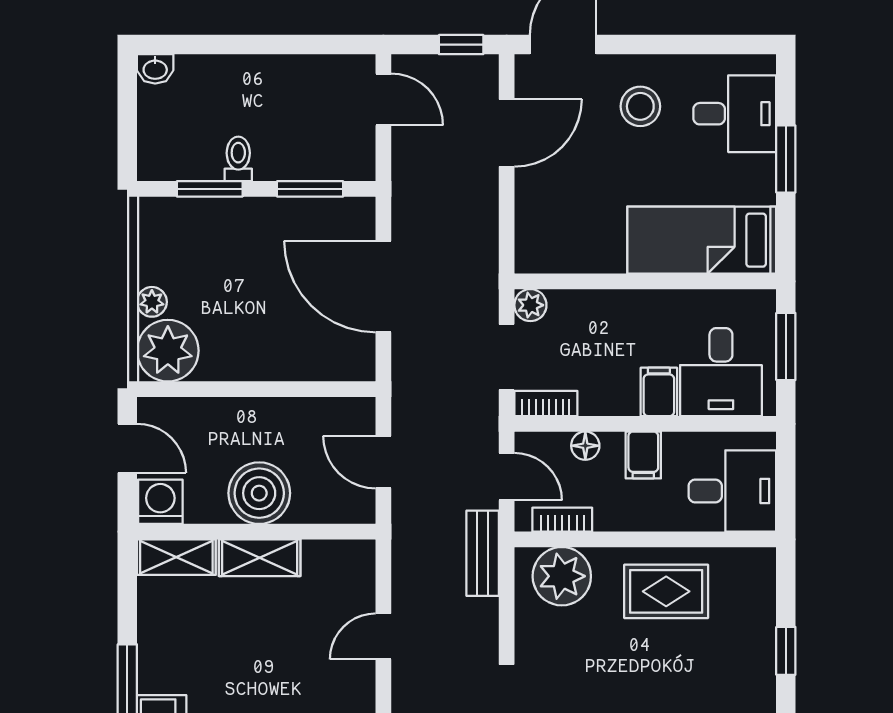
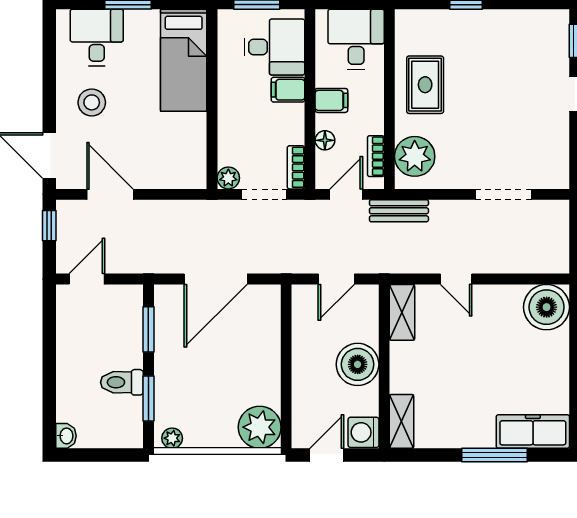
toilet: (238, 159) -> (122, 382), width x1.37, depth x1.39
plant: (152, 302) -> (172, 438), moved
shelving: (260, 558) -> (402, 312), moved

